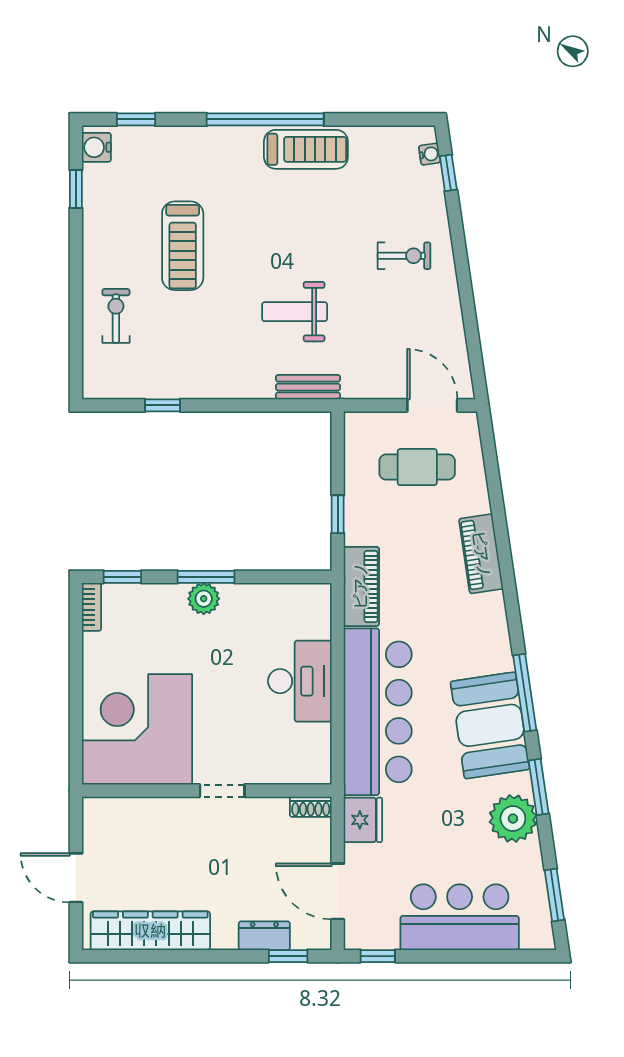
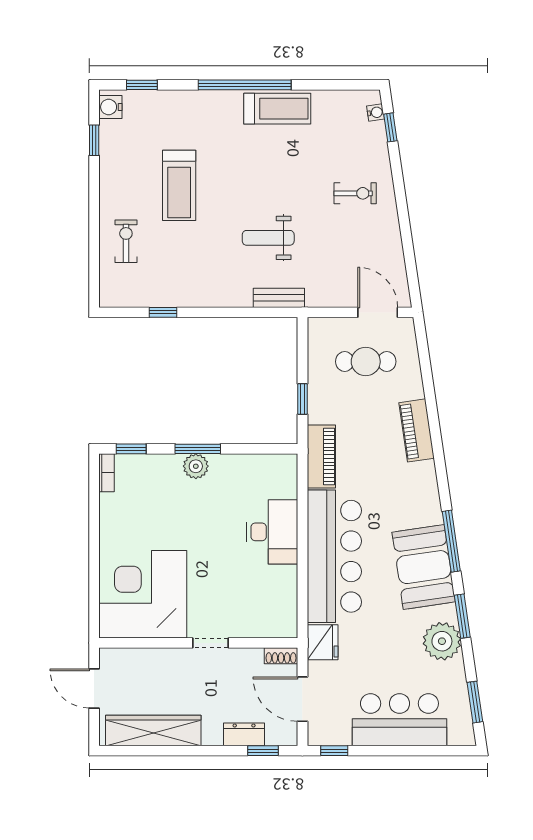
corner desk: (137, 729) -> (143, 594), moved
wall: (207, 791) -> (198, 643), moved
doorway: (222, 791) -> (210, 643), moved
shoe rack: (311, 807) -> (281, 656), moved

